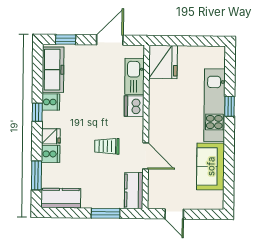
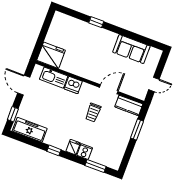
cooker: (51, 102) -> (50, 139), removed
kitchen unit: (215, 105) -> (92, 32), removed
kitchen counter: (61, 198) -> (116, 155), removed

